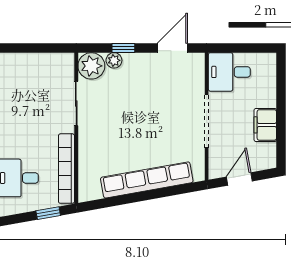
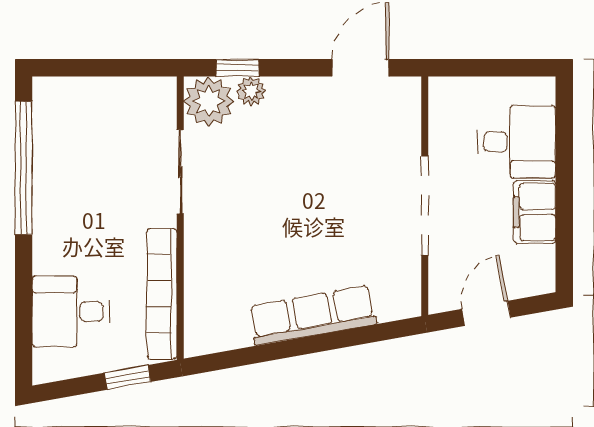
window: (123, 48) -> (237, 68), moved
desk: (229, 72) -> (516, 142), moved, turned 180
row of seats: (147, 180) -> (313, 315), width x0.73

